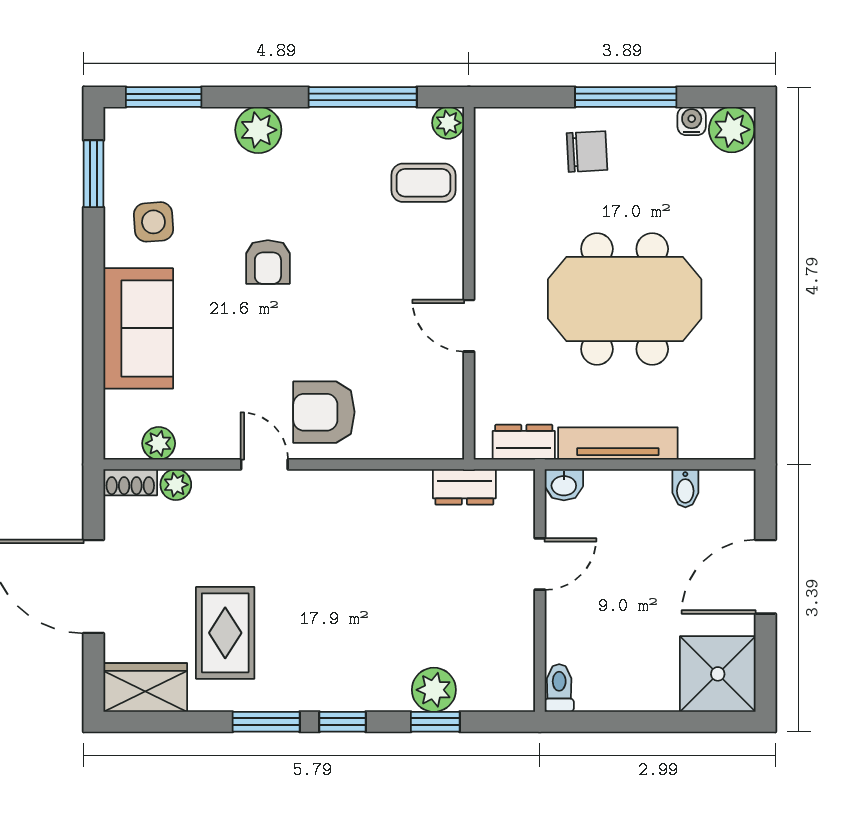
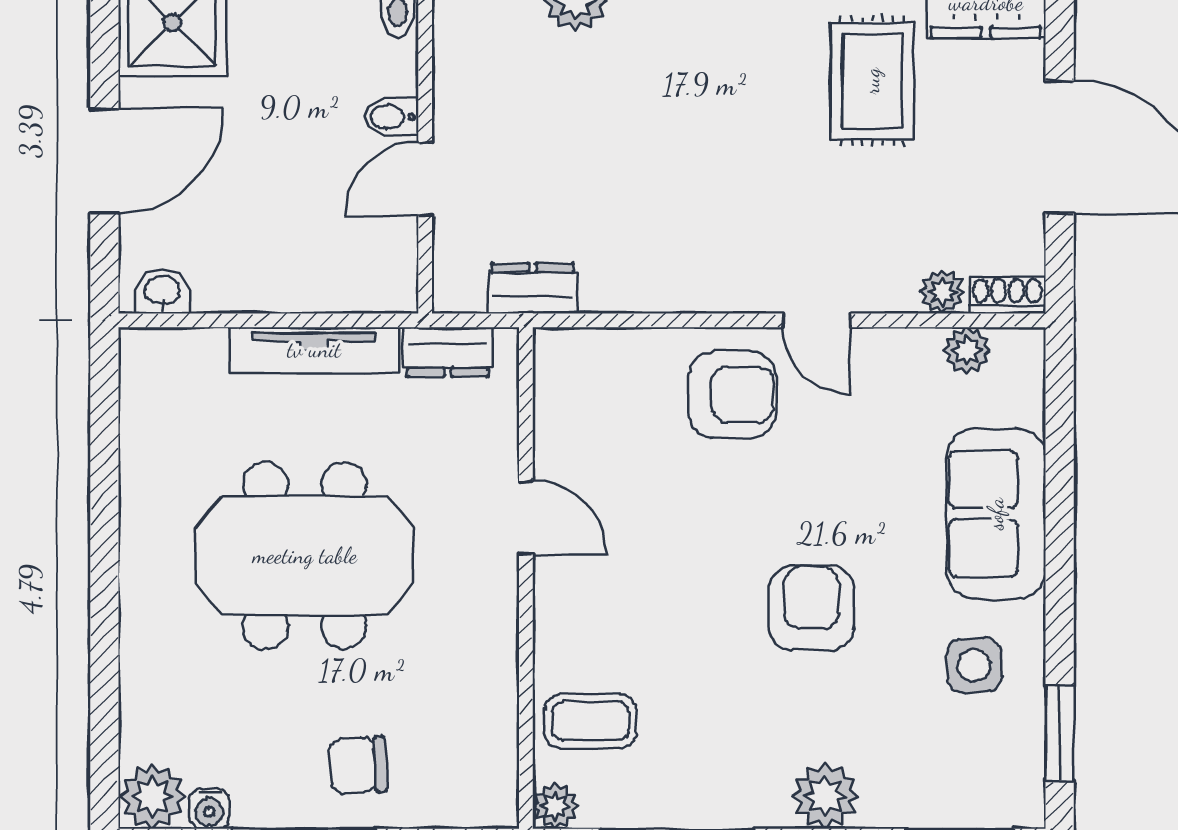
armchair: (268, 262) -> (812, 608), width x1.38, depth x1.38
washbasin: (564, 485) -> (162, 292), moved
bidet: (685, 488) -> (391, 117), moved, turned -90

